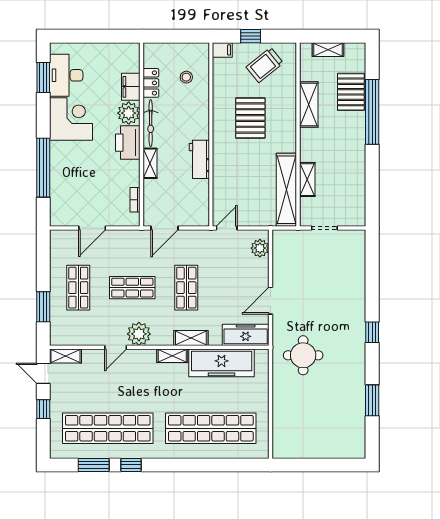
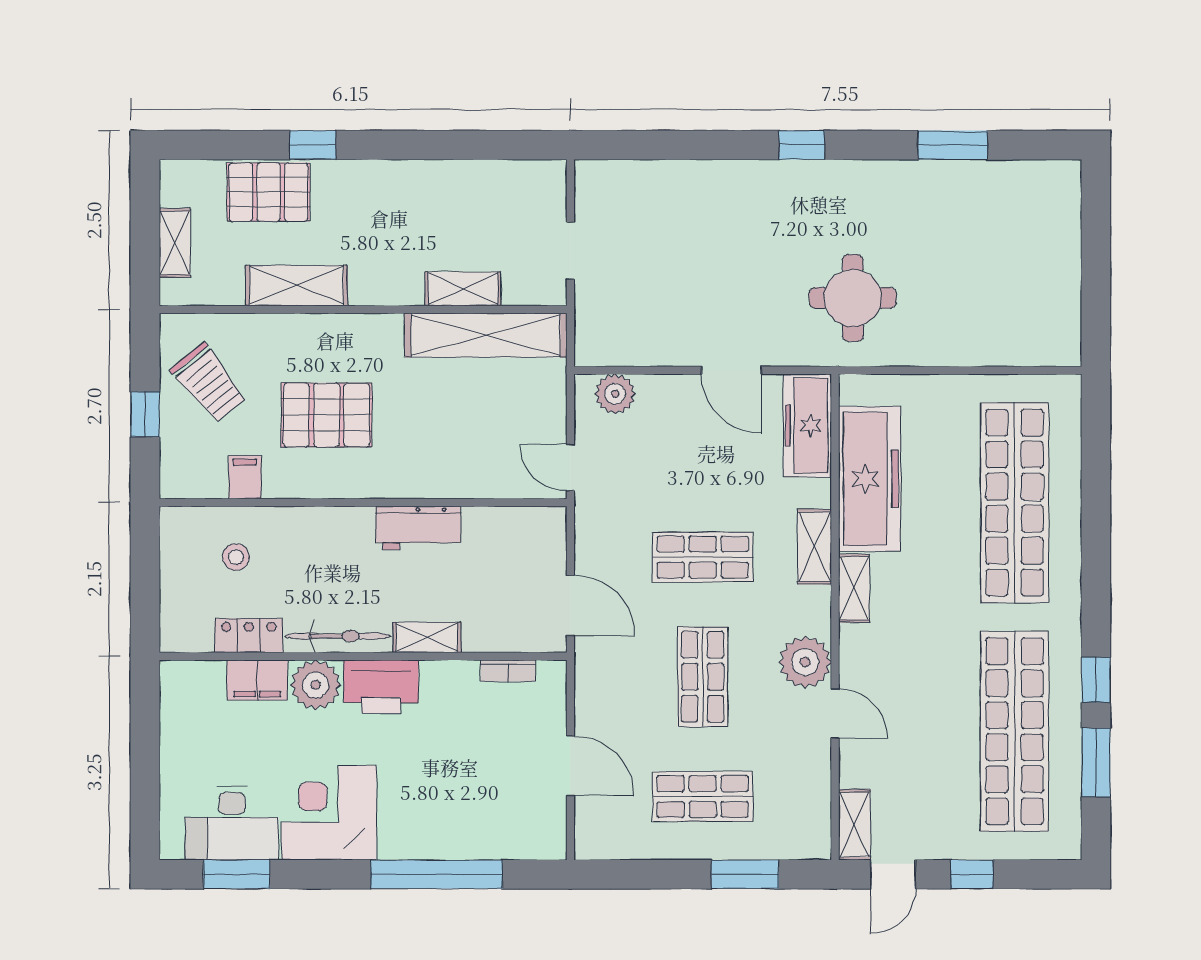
filing cabinet: (222, 50) -> (245, 477), moved
window: (372, 112) -> (313, 145), width x0.32

